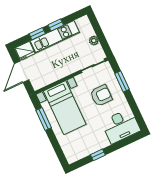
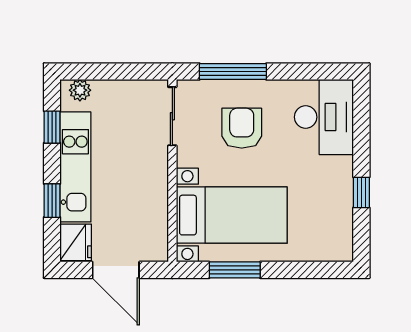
window: (56, 25) -> (52, 127), moved
plant: (94, 41) -> (80, 90), moved
window: (122, 81) -> (233, 72), width x1.44

